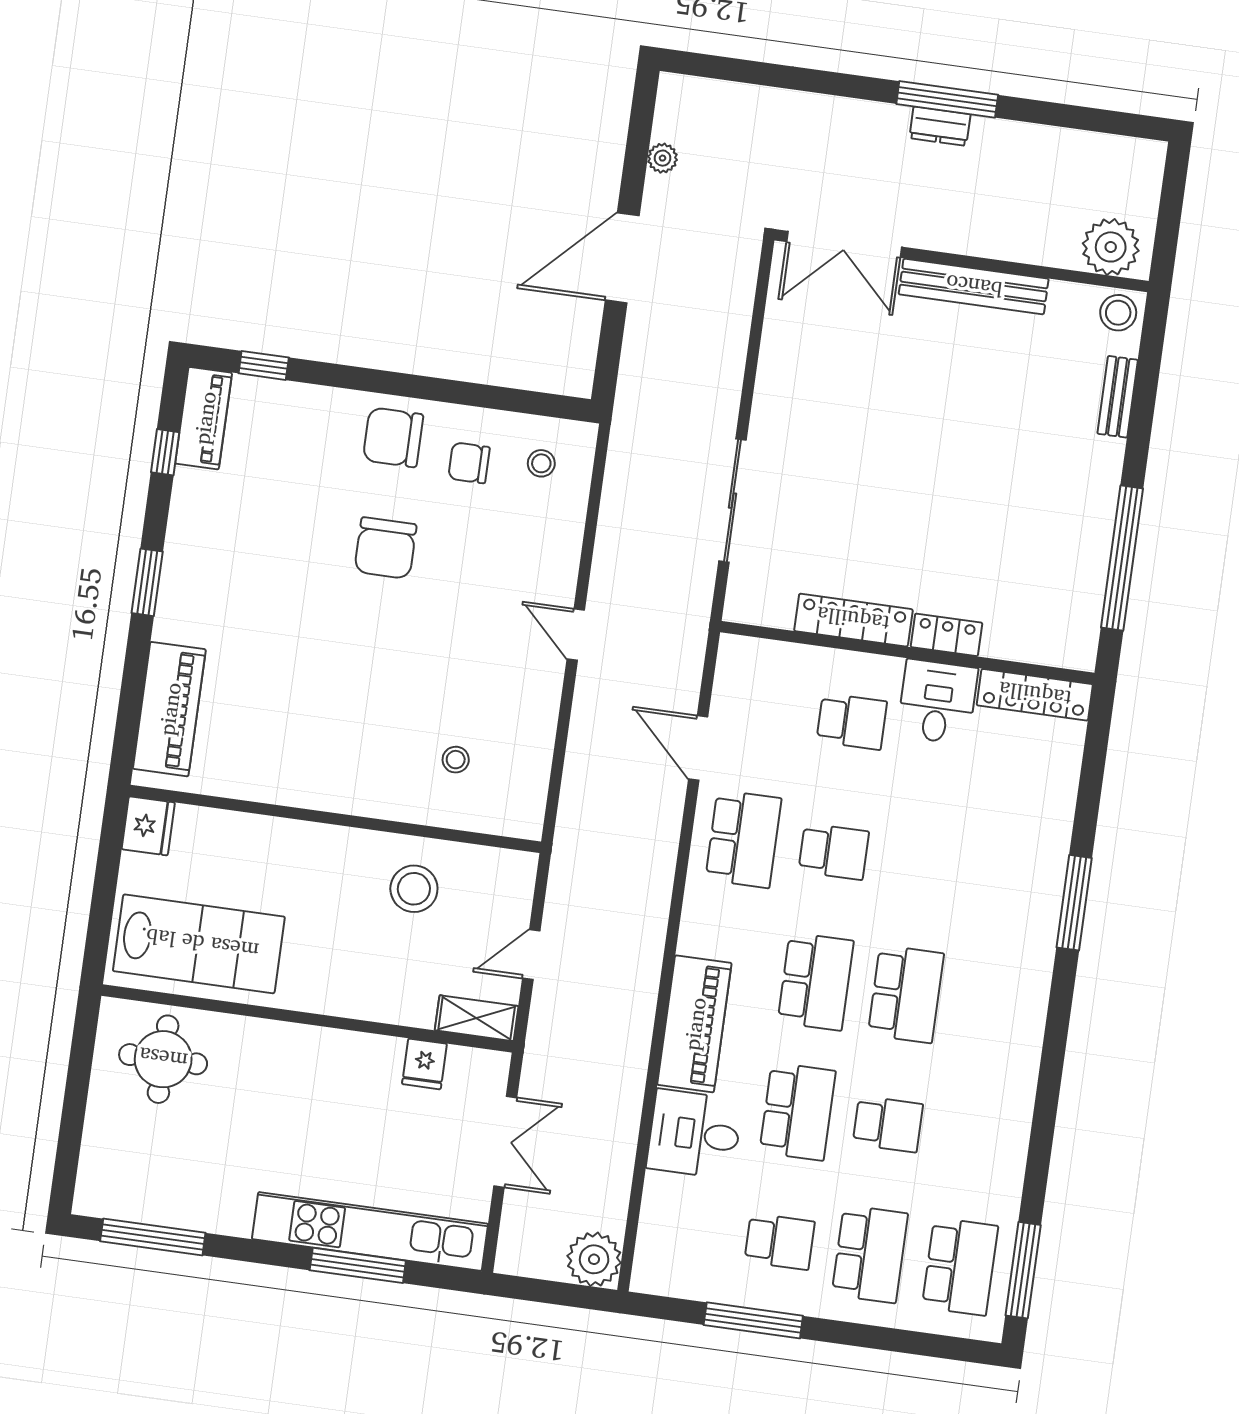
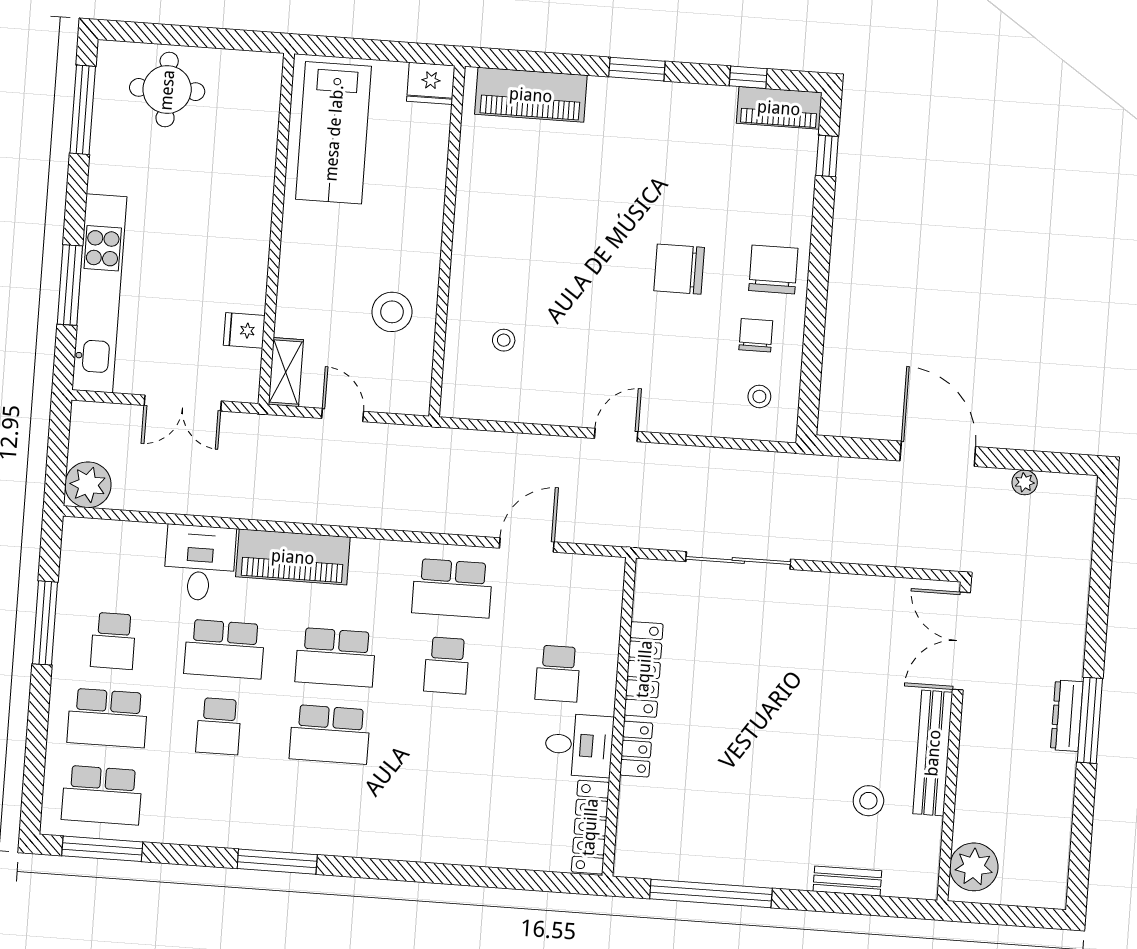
dresser: (940, 126) -> (1067, 716), width x1.44
stool: (1118, 313) -> (868, 801), moved
window: (1074, 903) -> (277, 862), moved
round table: (163, 1059) -> (167, 90), moved

